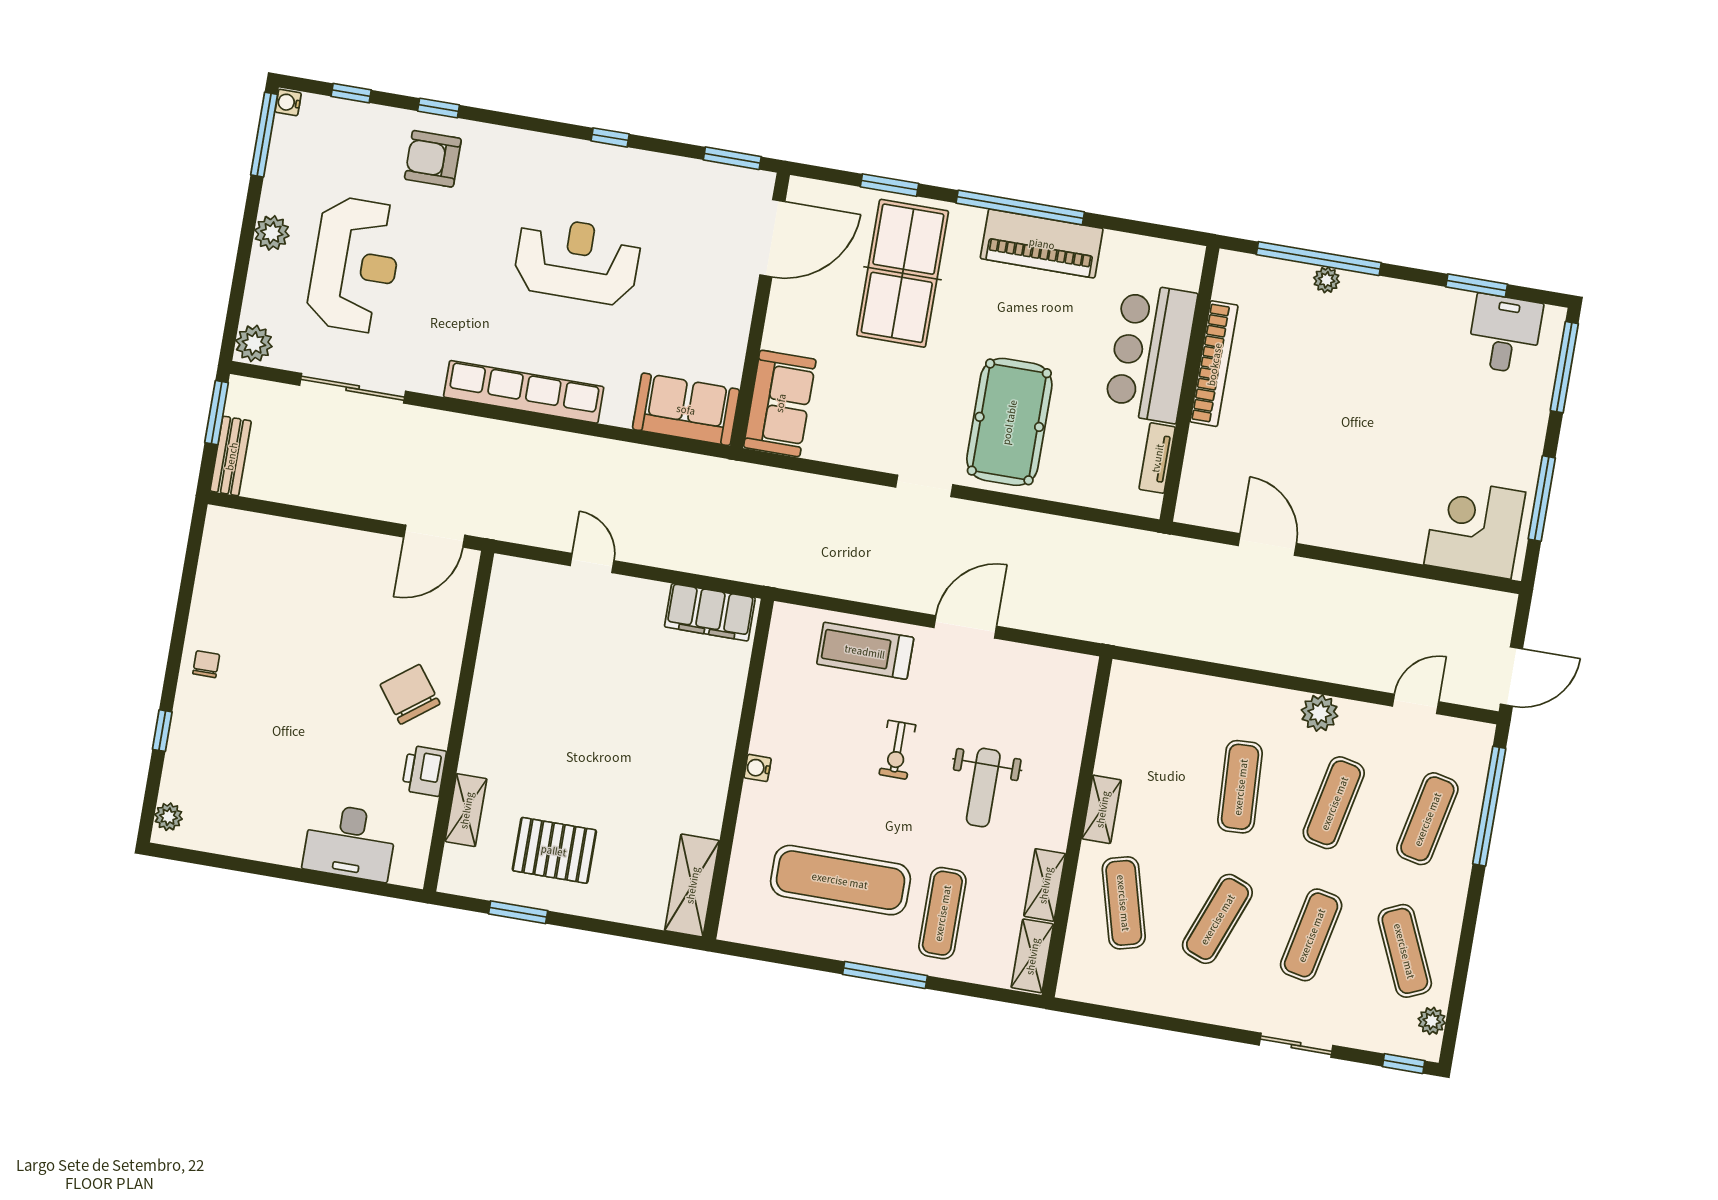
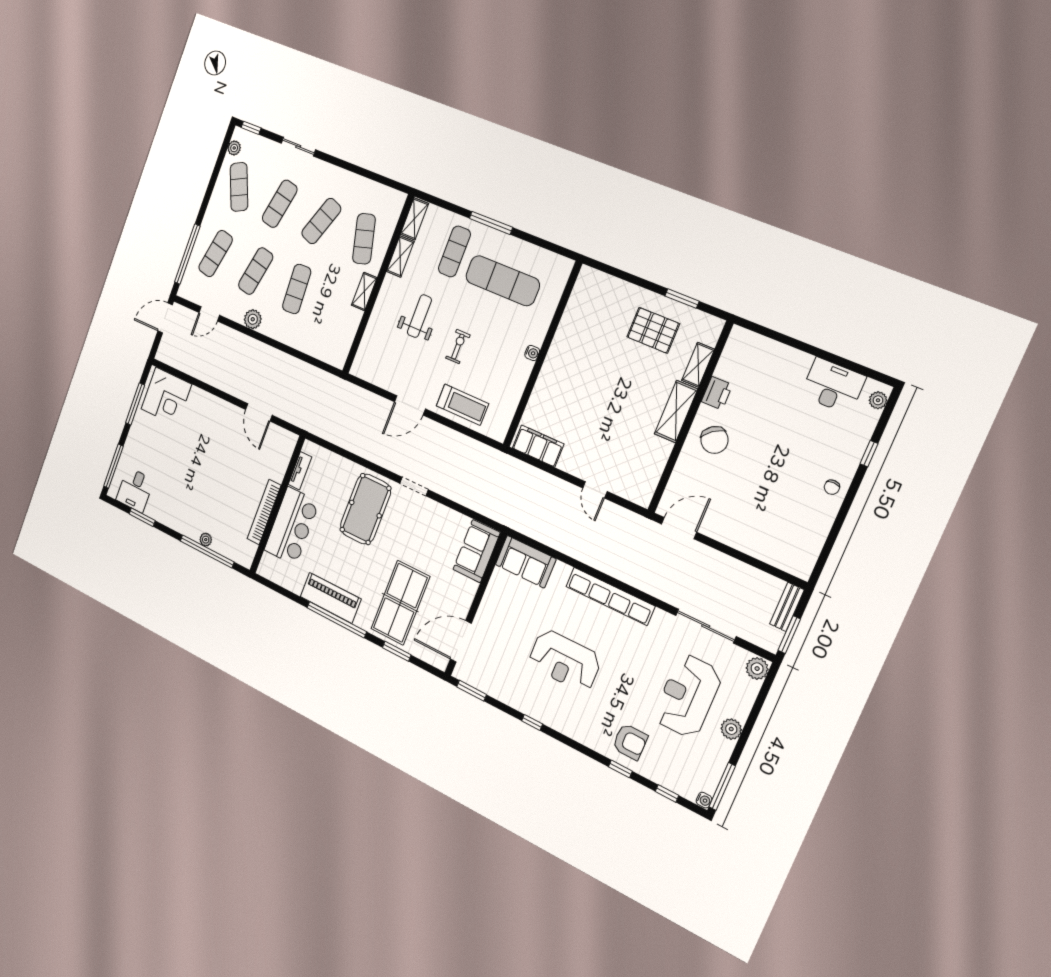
desk: (350, 842) -> (833, 386), moved
shelving: (692, 885) -> (676, 411), moved

